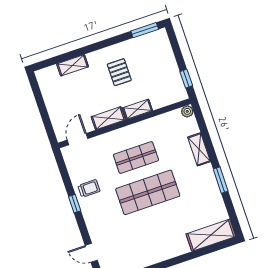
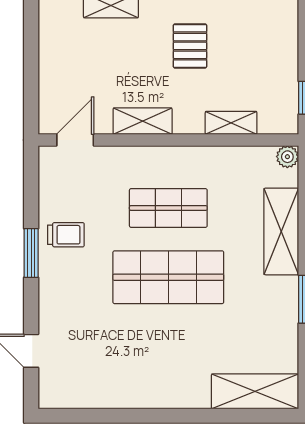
shelving: (138, 109) -> (231, 123), moved
shelving: (199, 149) -> (281, 231), width x1.50, depth x1.33
window: (75, 204) -> (31, 253), width x1.50

